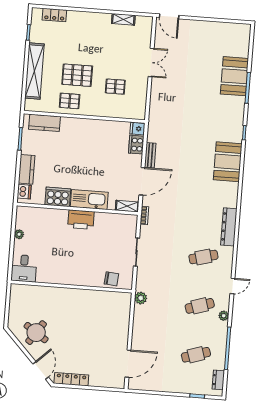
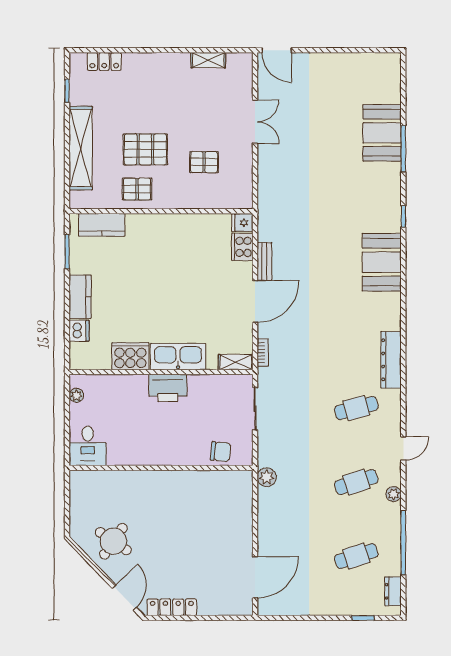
cooker: (58, 197) -> (130, 356), moved
kitchen sink: (89, 200) -> (178, 357), moved
shelving: (127, 206) -> (236, 362), moved
wall: (77, 209) -> (161, 372), moved
printer: (81, 220) -> (168, 388), moved

